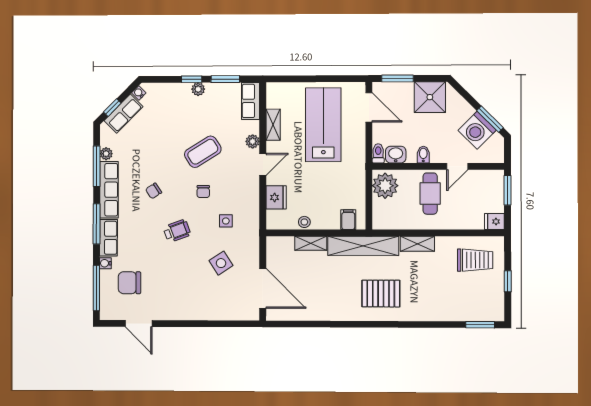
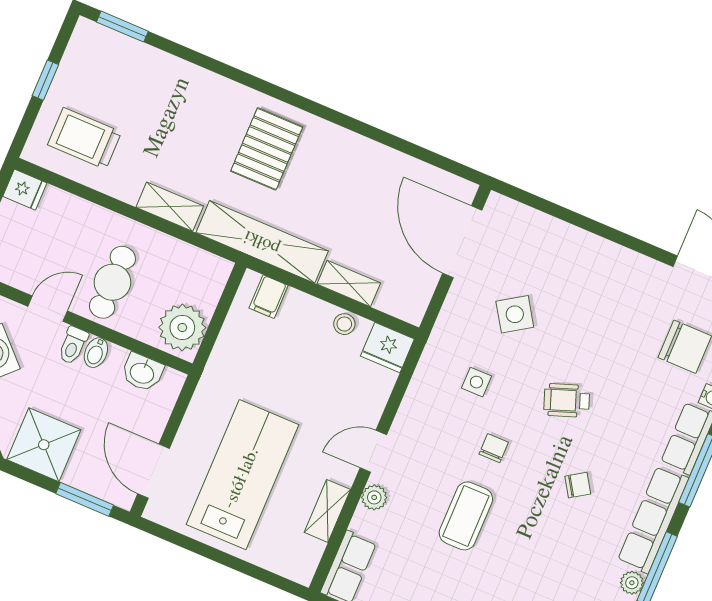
lab bench: (323, 125) -> (243, 475), turned 180
coffee table: (203, 152) -> (466, 516), turned -58
toilet: (378, 153) -> (73, 345), moved
fridge: (276, 197) -> (387, 347), moved, turned -90
pallet: (381, 294) -> (267, 149), turned 90

